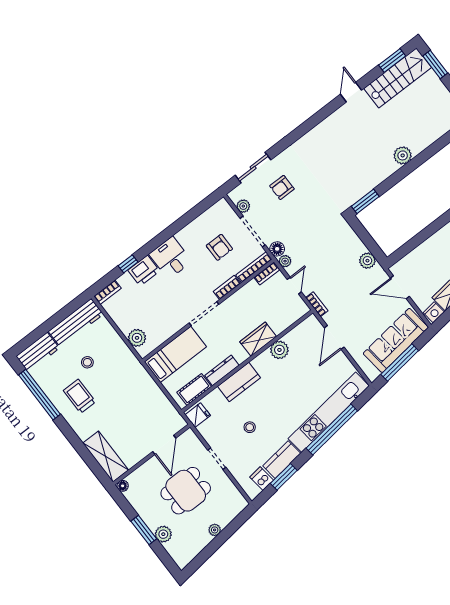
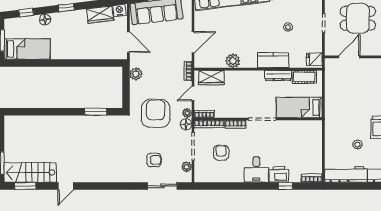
plant: (403, 155) -> (64, 122), removed
window: (365, 201) -> (96, 112), moved
armchair: (317, 236) -> (156, 113), added
plant: (137, 338) -> (315, 136), removed
wardrobe: (258, 339) -> (211, 78), moved

